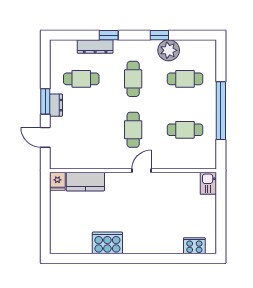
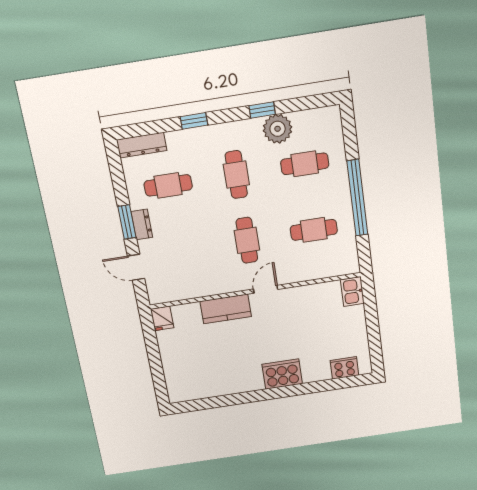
dresser: (95, 46) -> (142, 145), moved
kitchen counter: (85, 182) -> (226, 309), moved
cooker: (107, 243) -> (282, 374), moved

